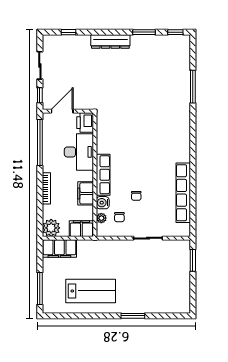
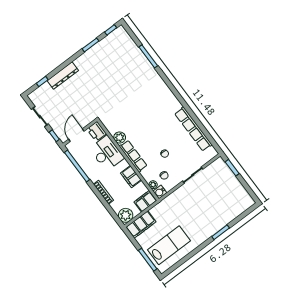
dresser: (110, 42) -> (63, 75), moved
plant: (104, 146) -> (120, 137), added
water cooler: (103, 203) -> (160, 192), moved
lab bench: (91, 291) -> (169, 245), moved

